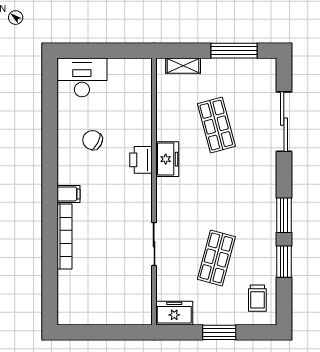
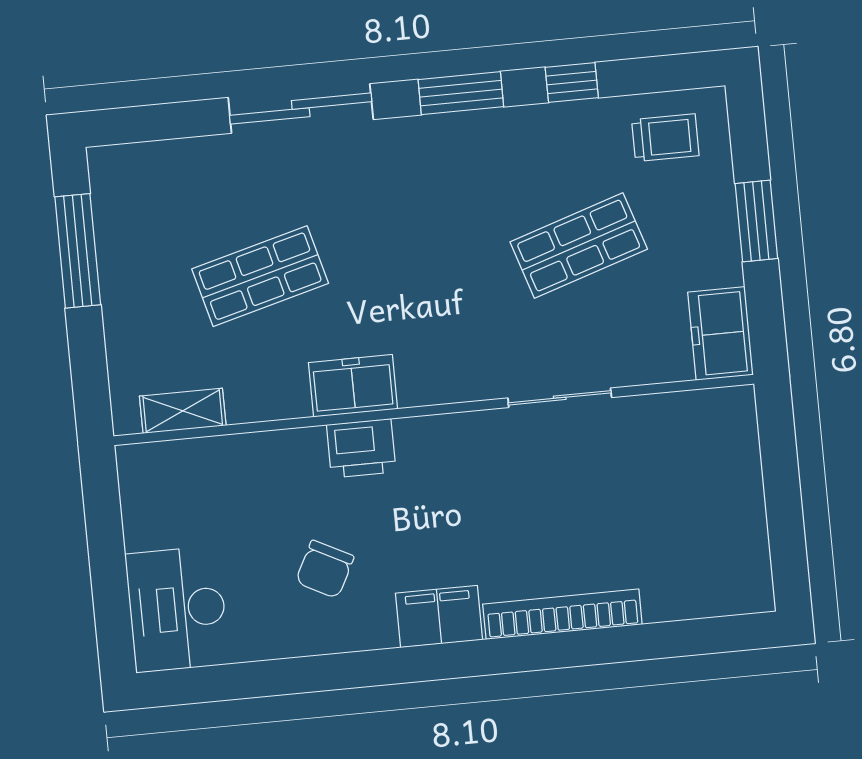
shelving: (183, 66) -> (183, 411), moved, turned 90
sliding door: (284, 122) -> (301, 109), moved
filing cabinet: (68, 194) -> (439, 617), width x2.00
shop shelf: (216, 258) -> (579, 246), turned -33
window: (284, 262) -> (572, 82), width x0.67

